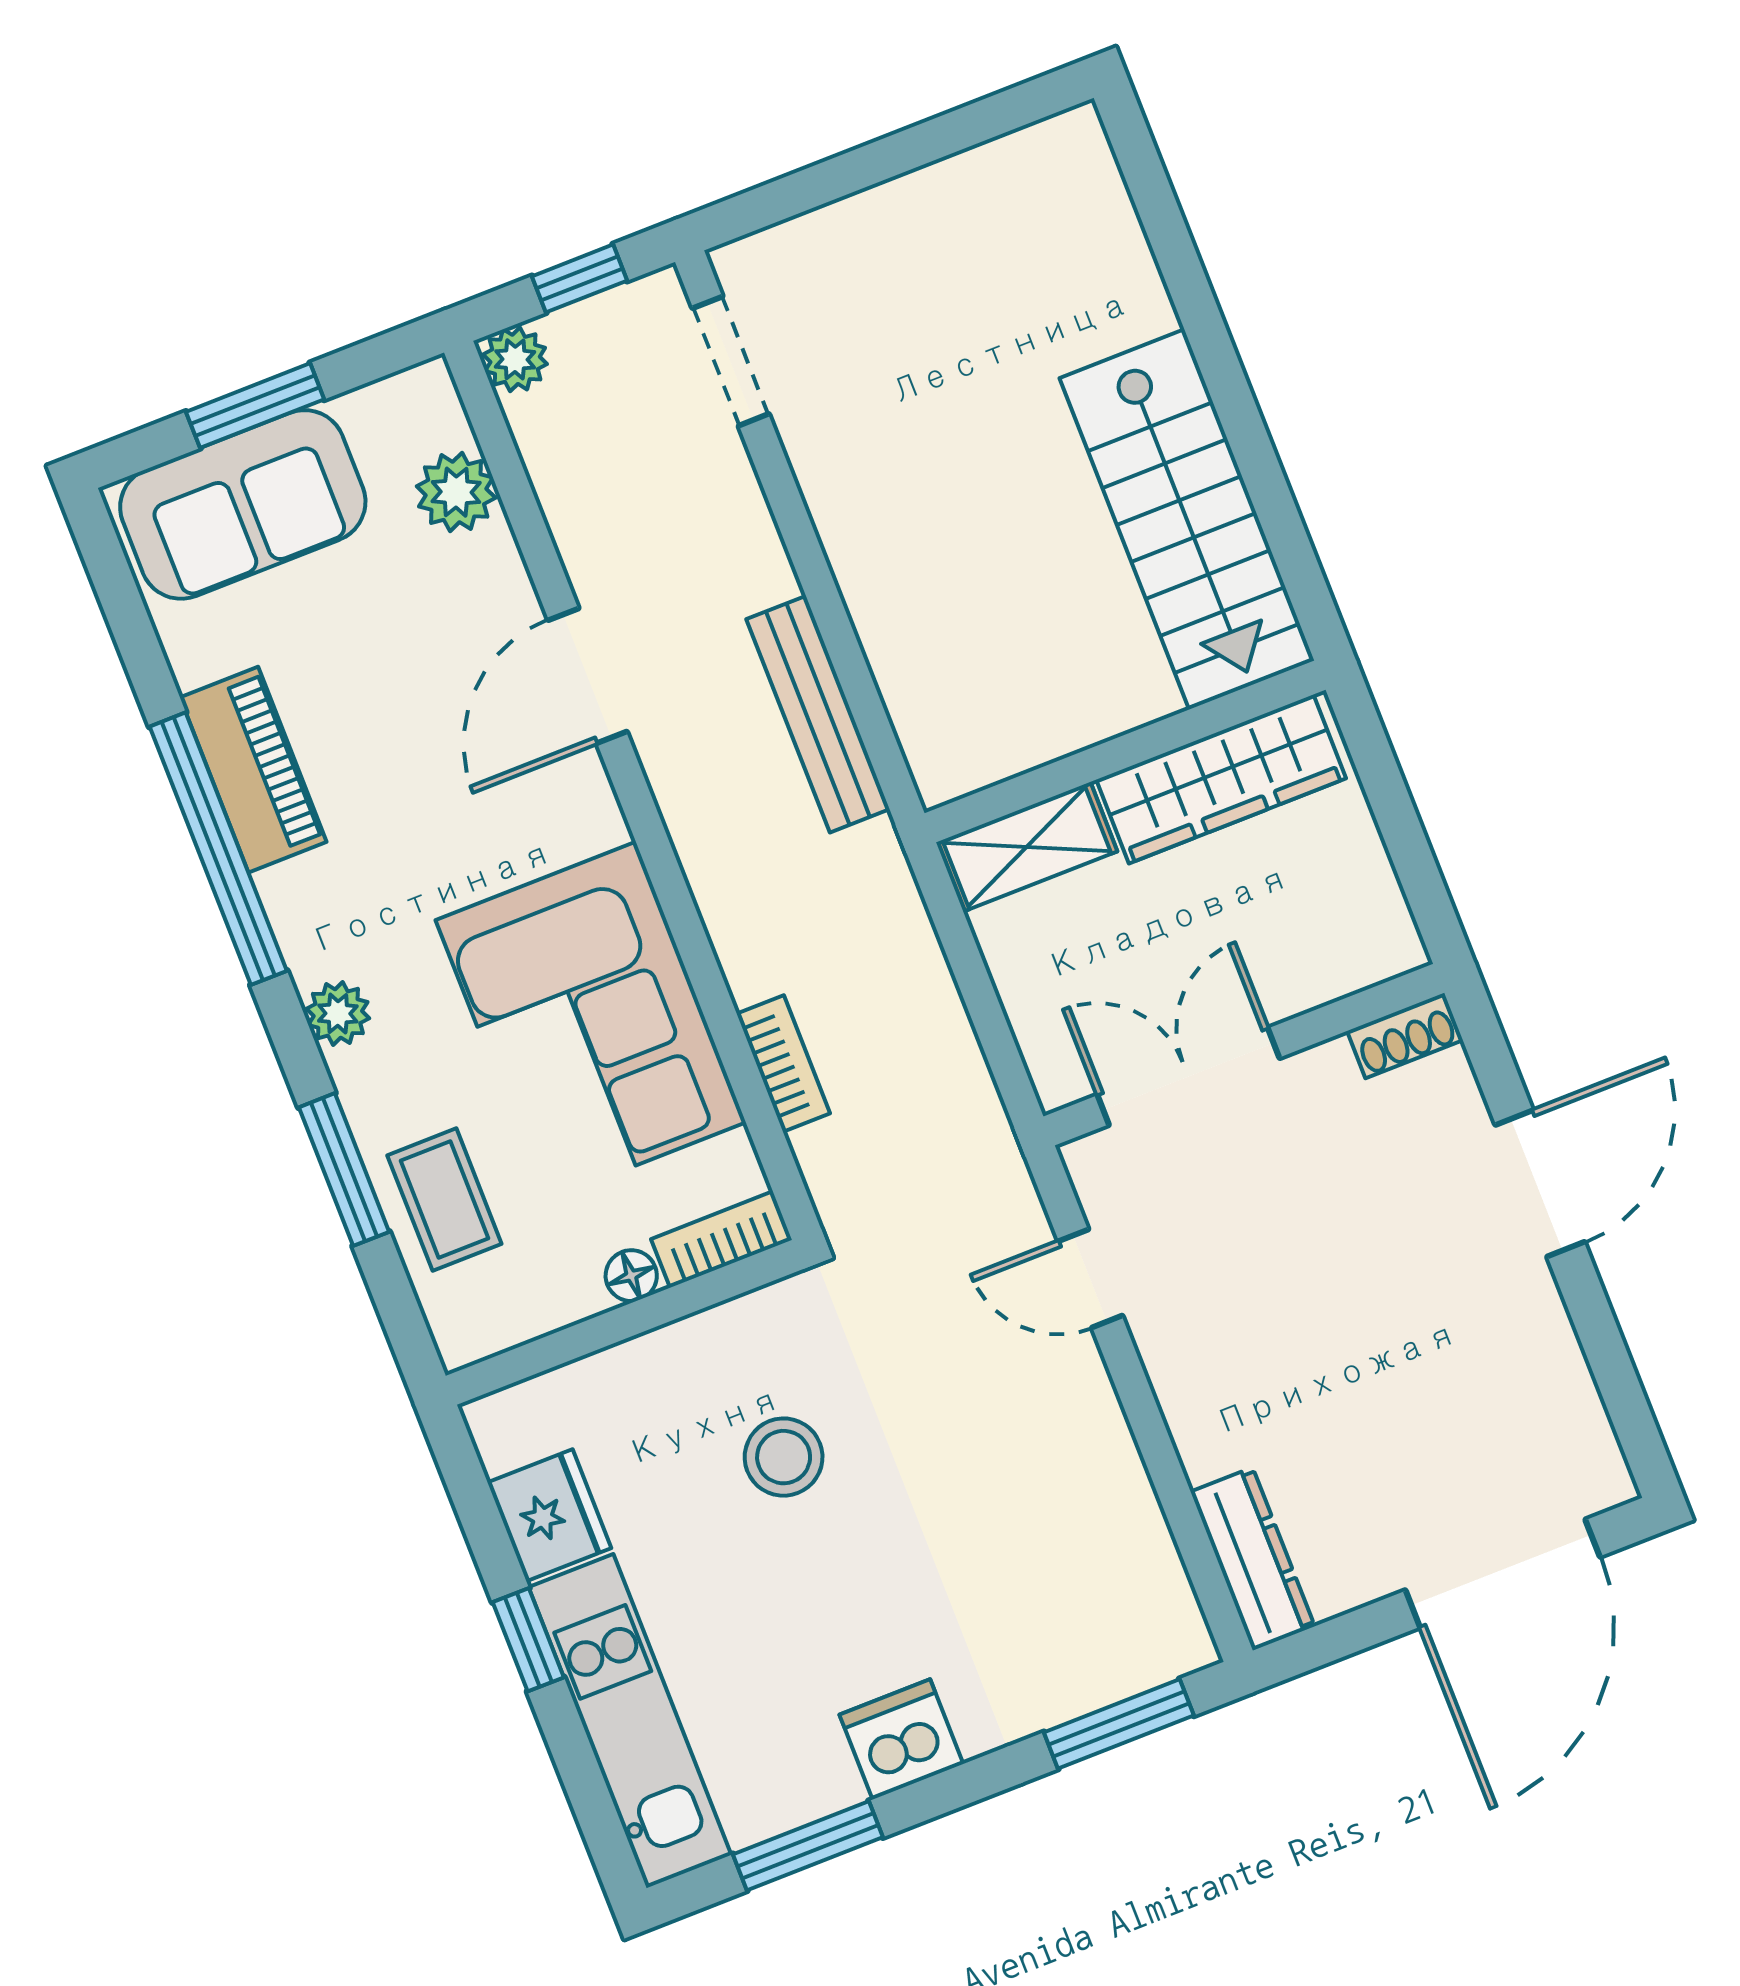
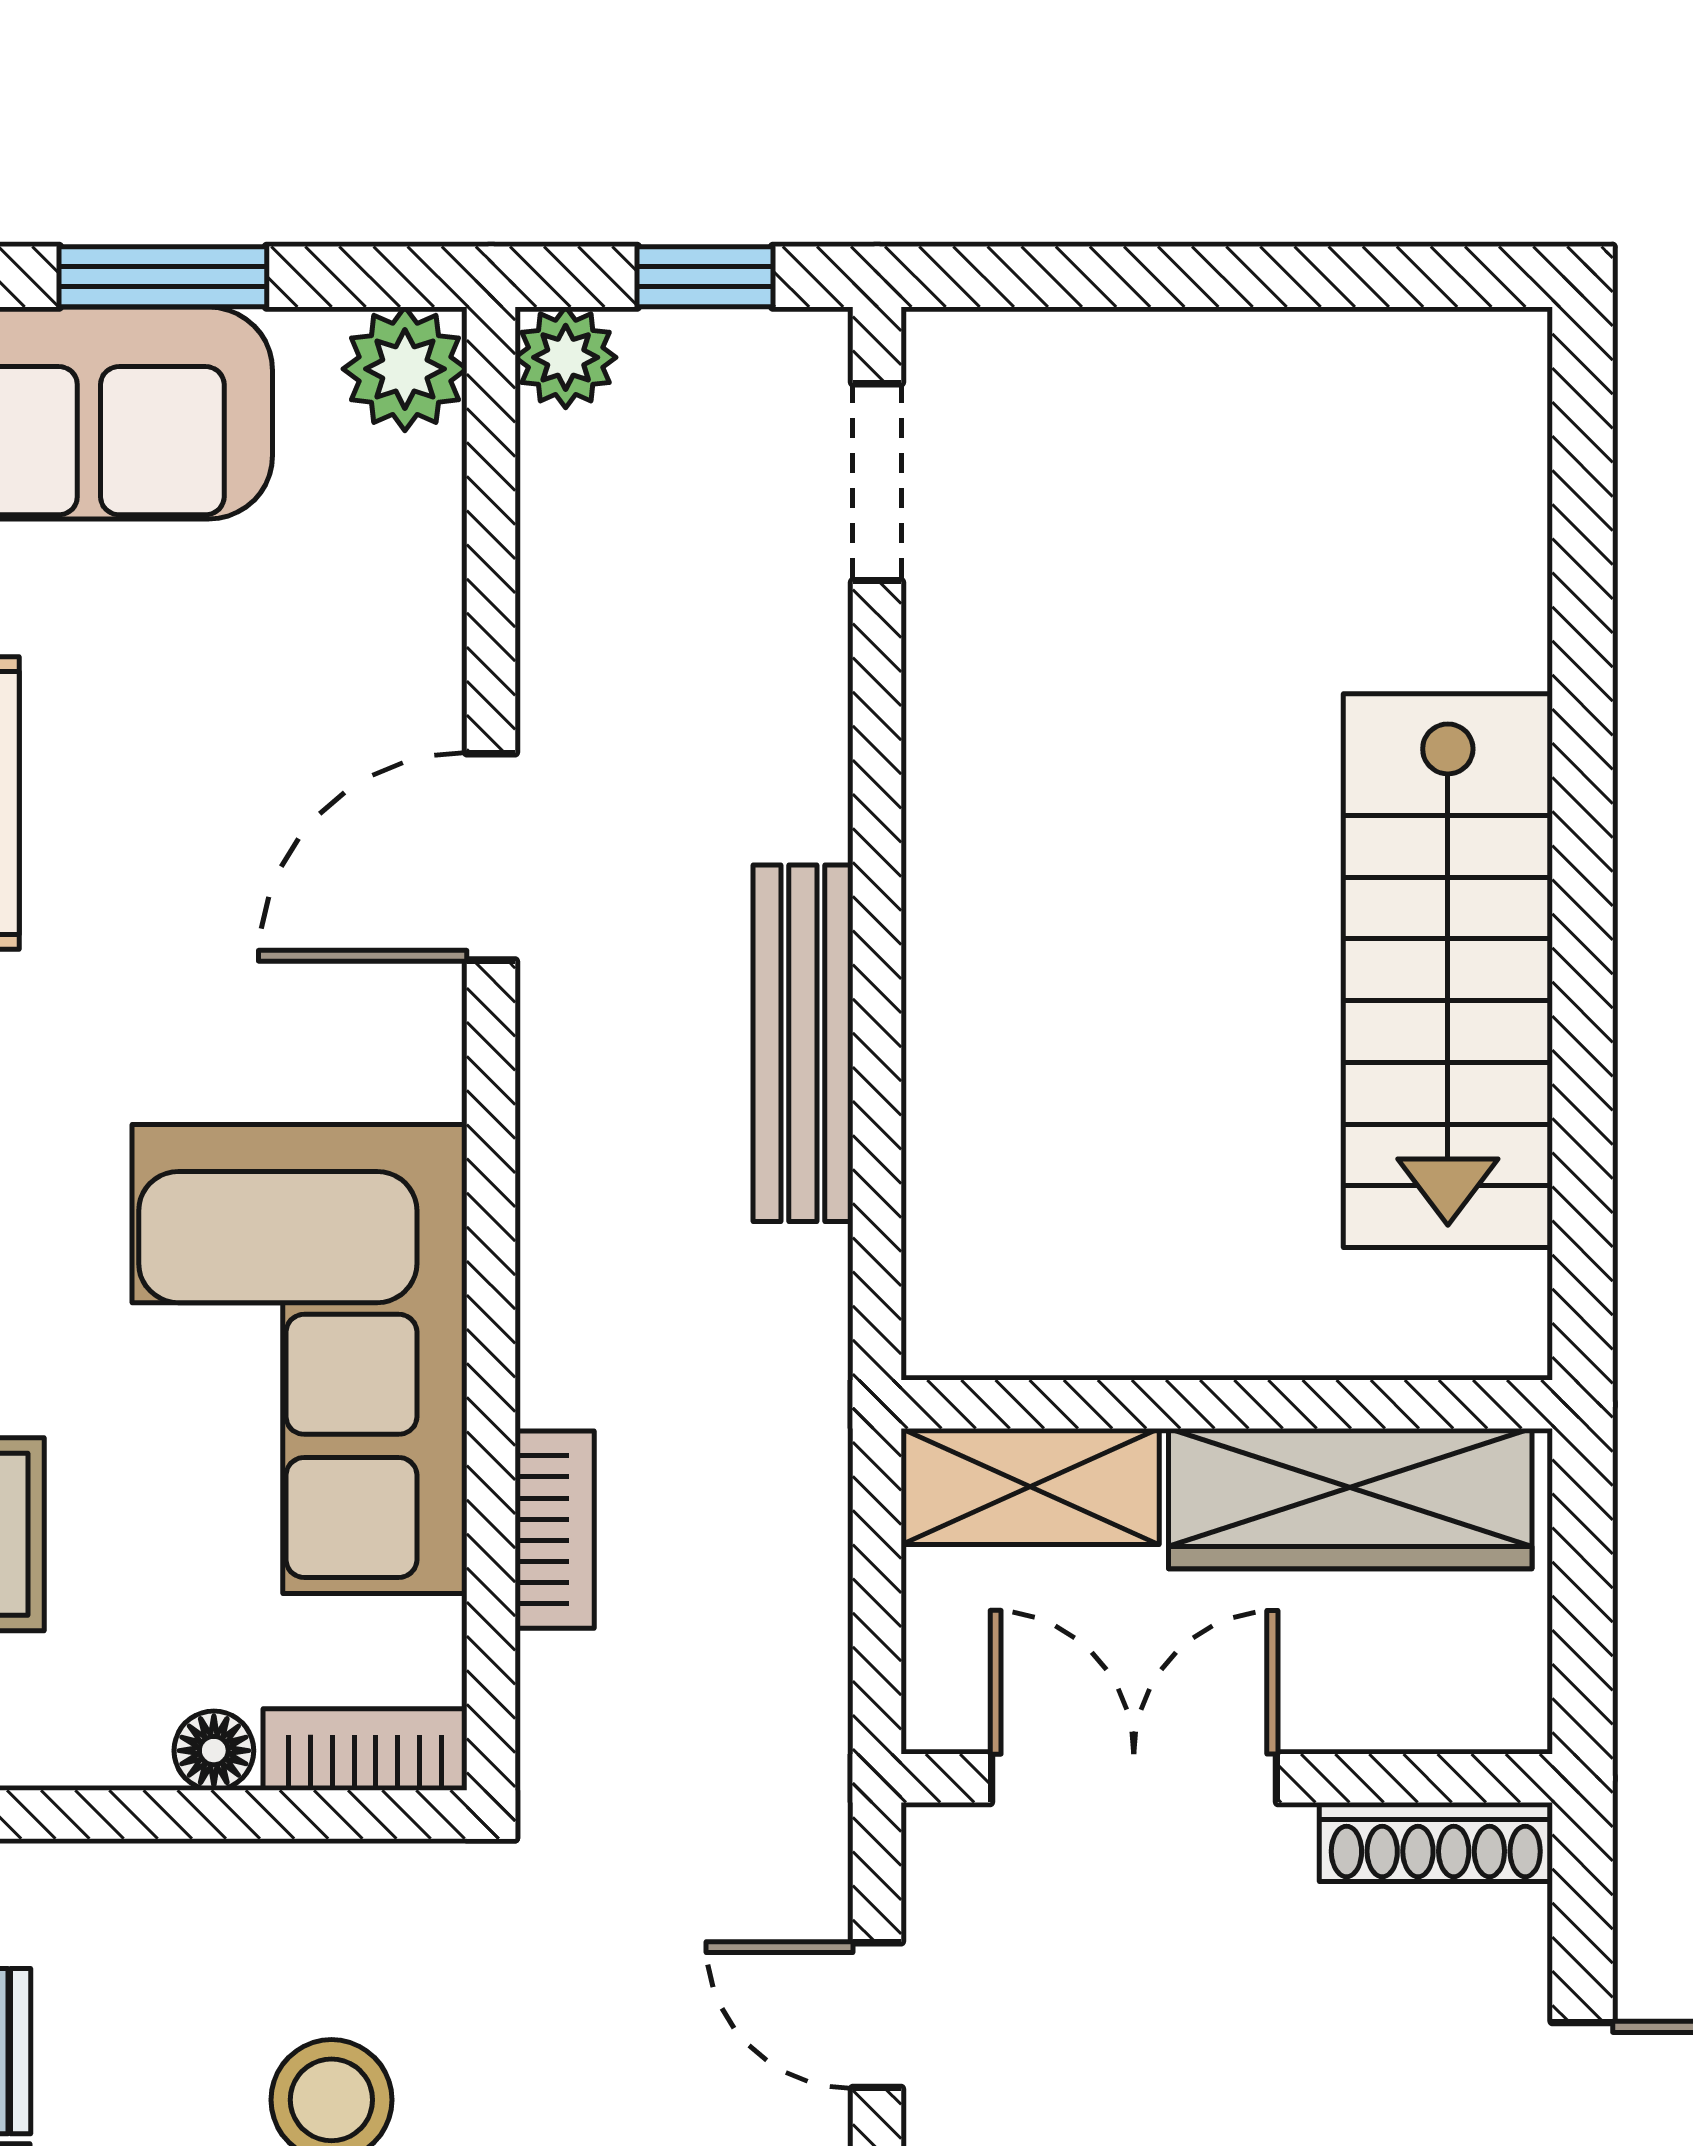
plant: (456, 492) -> (405, 369), moved
wall: (1125, 751) -> (1227, 1404), moved
wardrobe: (1221, 779) -> (1350, 1499), moved
shelving: (1027, 847) -> (1030, 1487), moved
shoe rack: (1405, 1036) -> (1436, 1842), width x1.43

